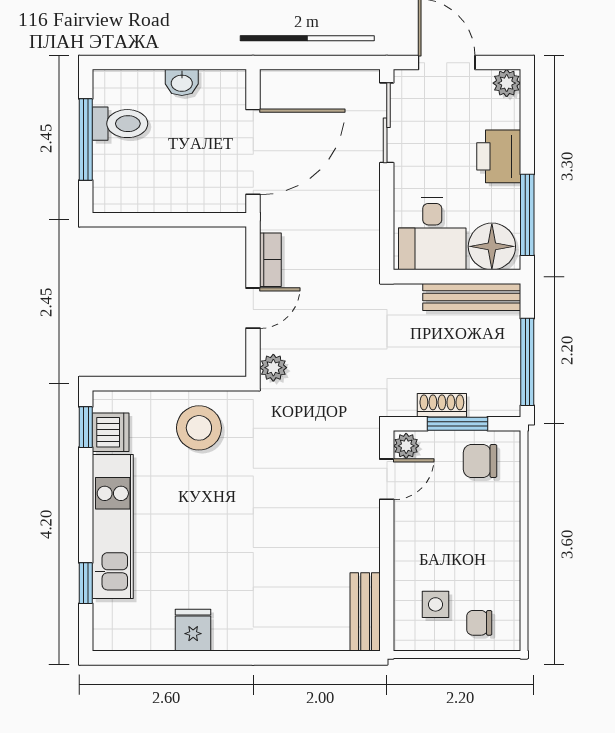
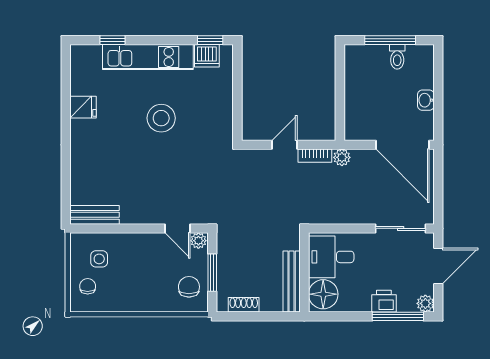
toilet: (120, 124) -> (397, 57), width x0.73, depth x0.72
door: (253, 152) -> (403, 145), moved
printer: (499, 156) -> (384, 301), width x0.73, depth x0.81
window: (527, 215) -> (398, 316), moved
door: (253, 308) -> (285, 145), swing flipped
window: (527, 362) -> (251, 316), removed
plant: (273, 368) -> (342, 157), moved
shoe rack: (442, 405) -> (244, 305), moved, turned -90
stool: (199, 428) -> (161, 118), moved

